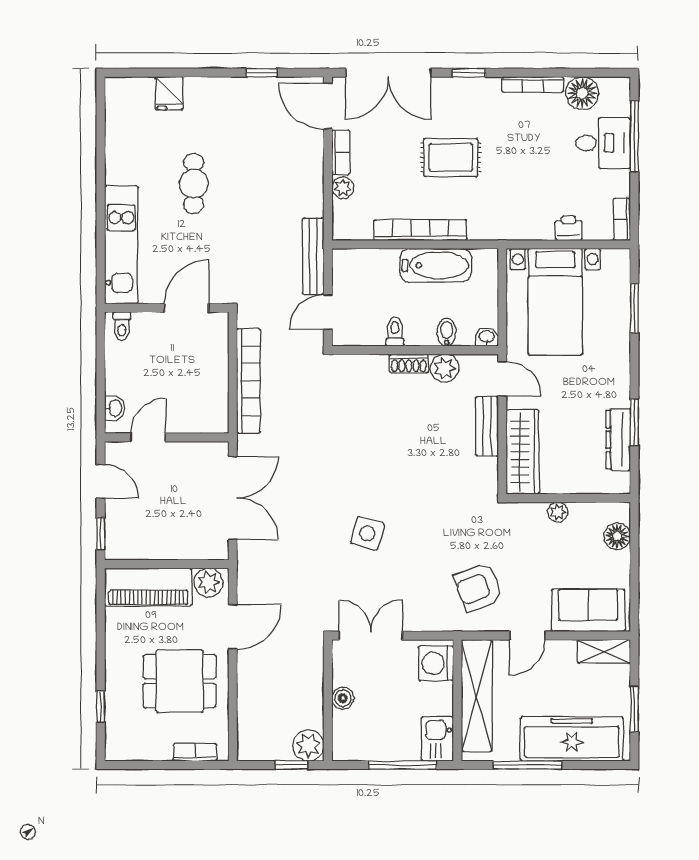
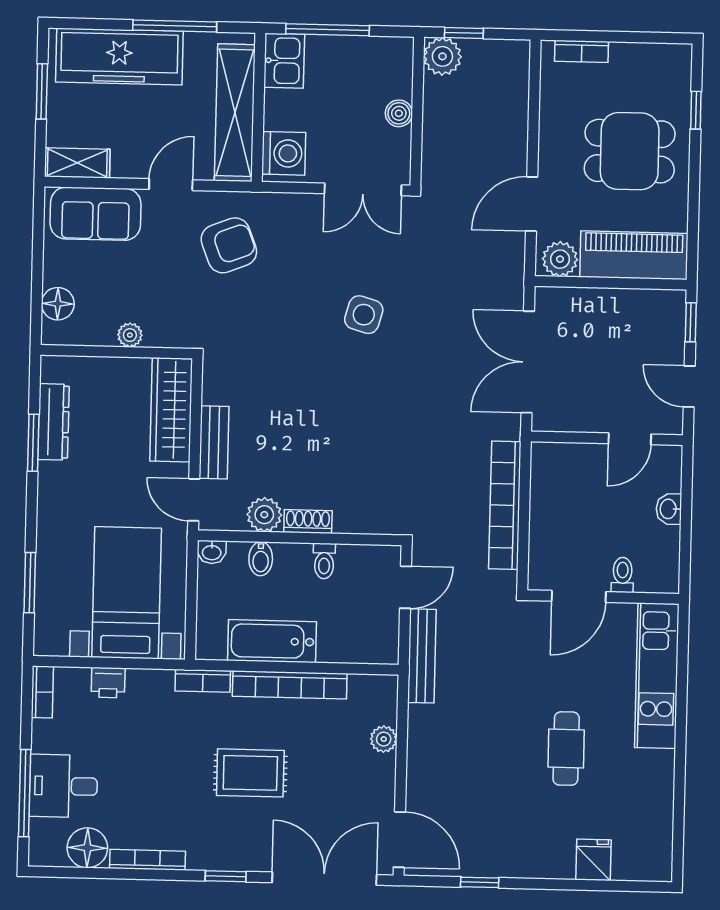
bookcase: (341, 152) -> (203, 681), moved, turned -90
toilet: (122, 326) -> (623, 575), moved
washbasin: (115, 408) -> (669, 509), moved
dining table: (180, 681) -> (630, 151), moved

